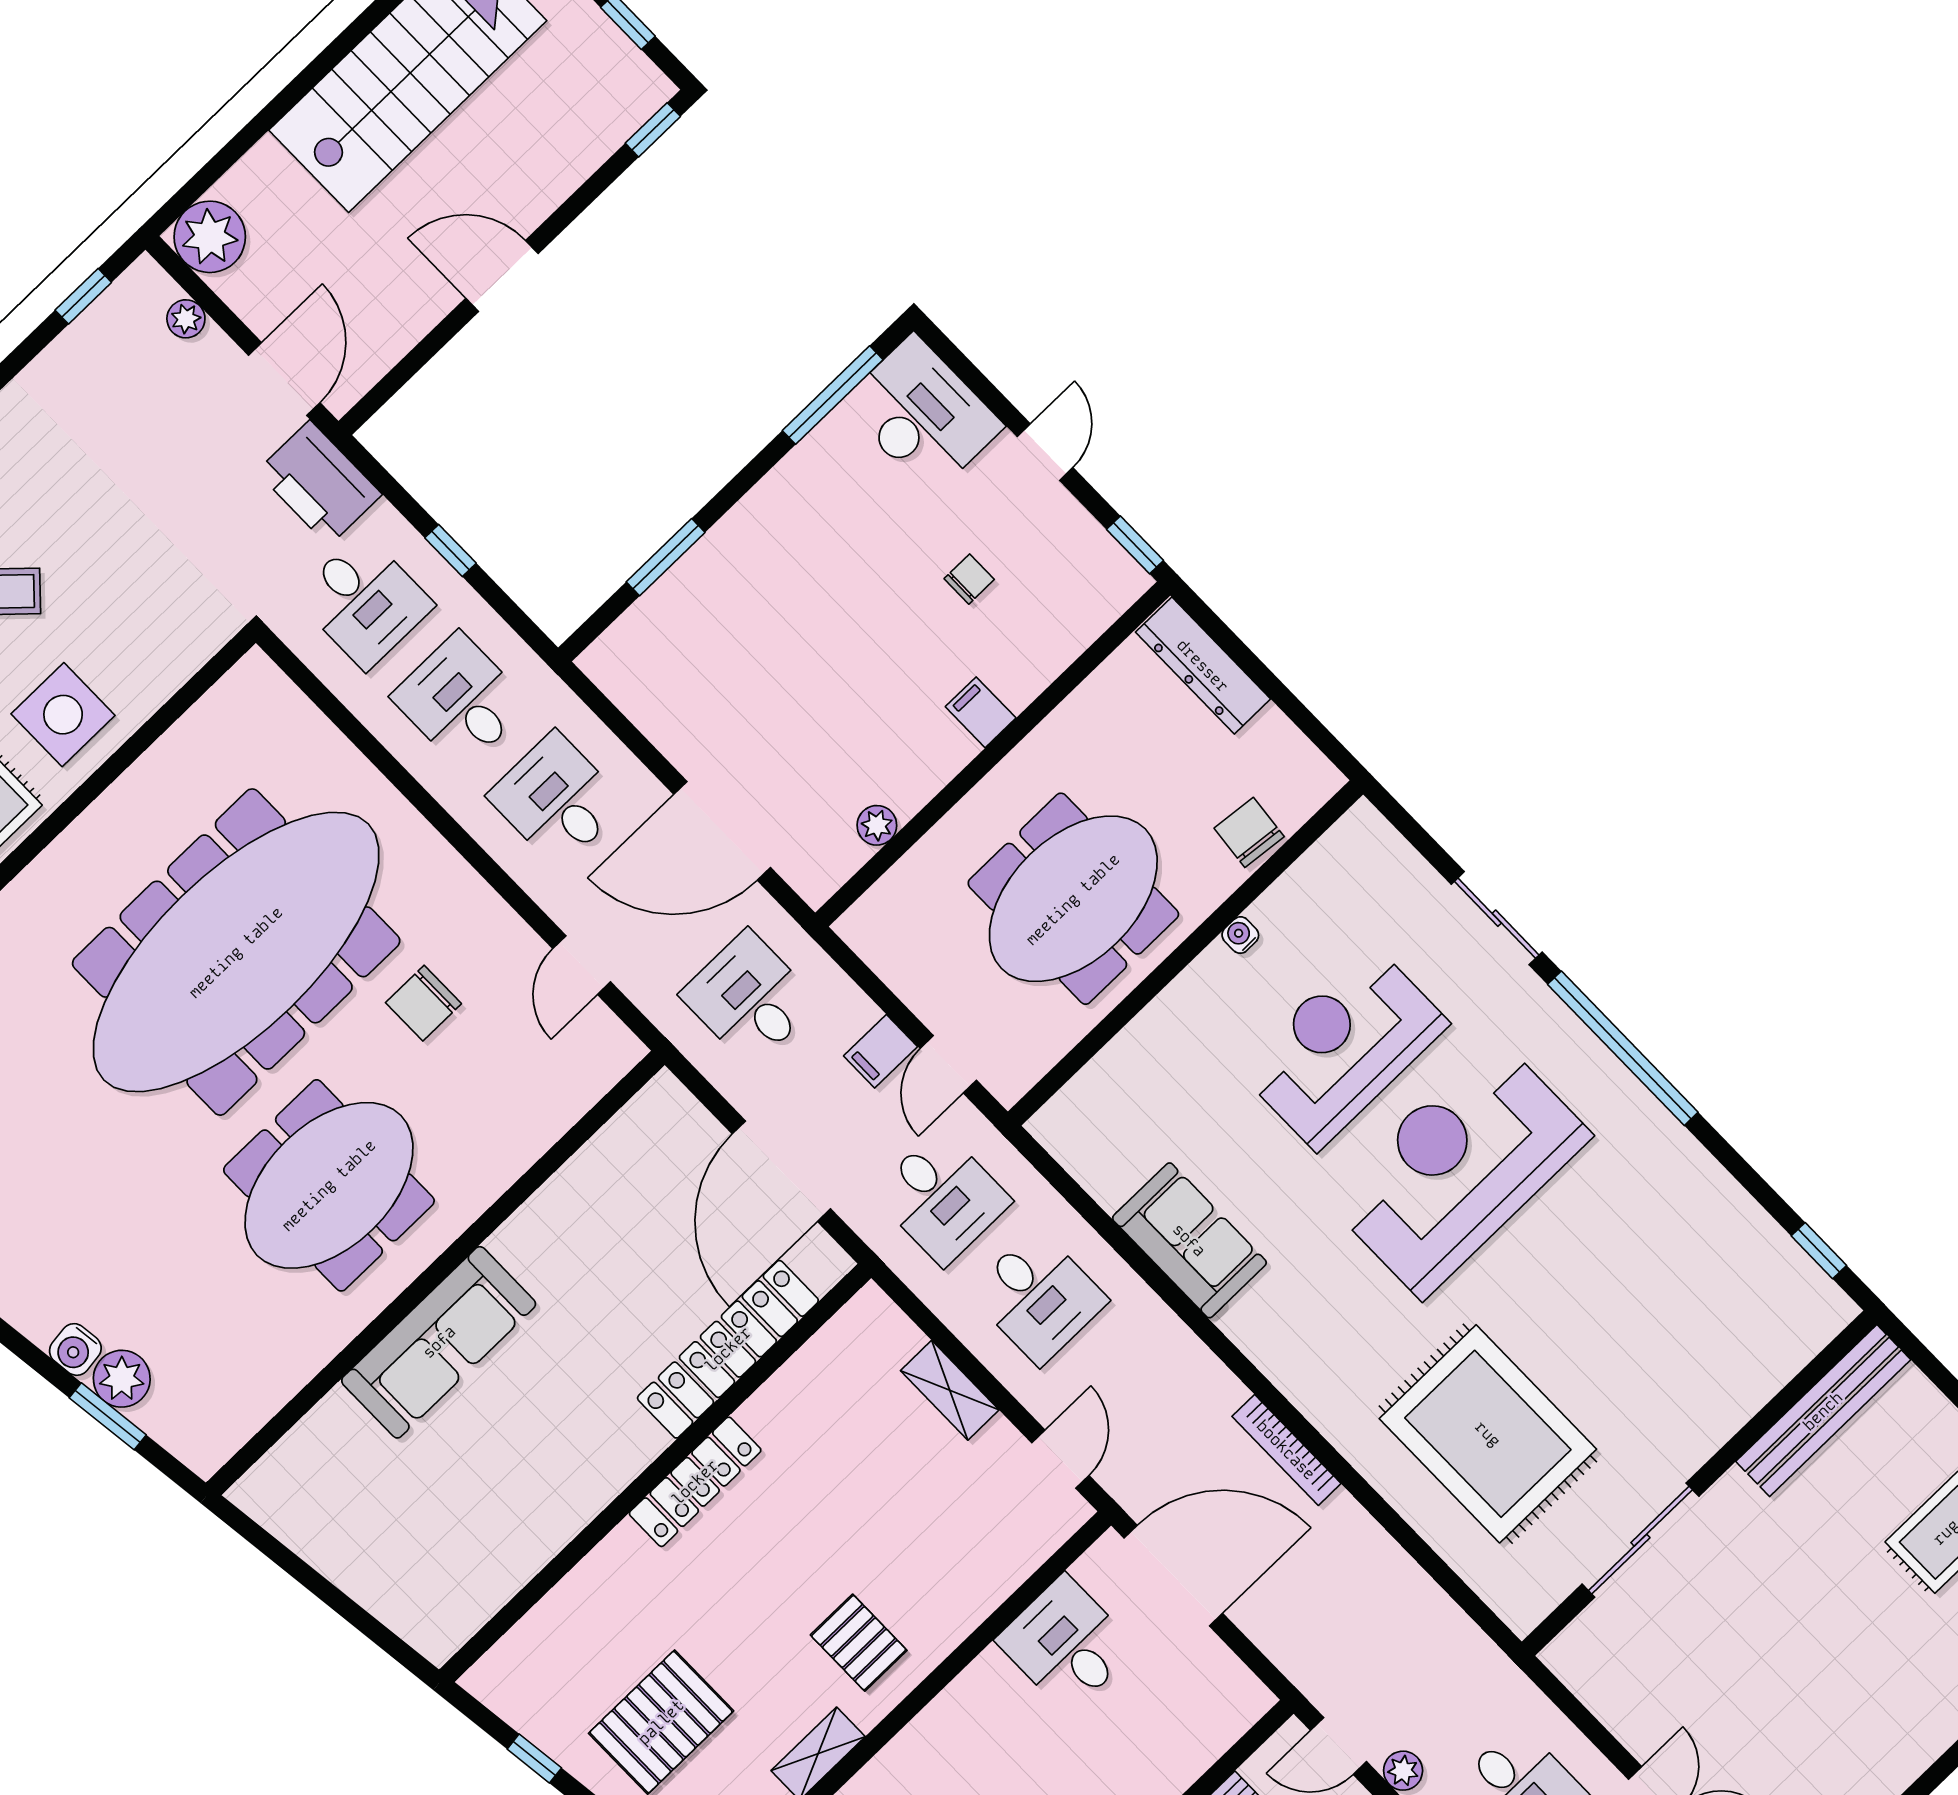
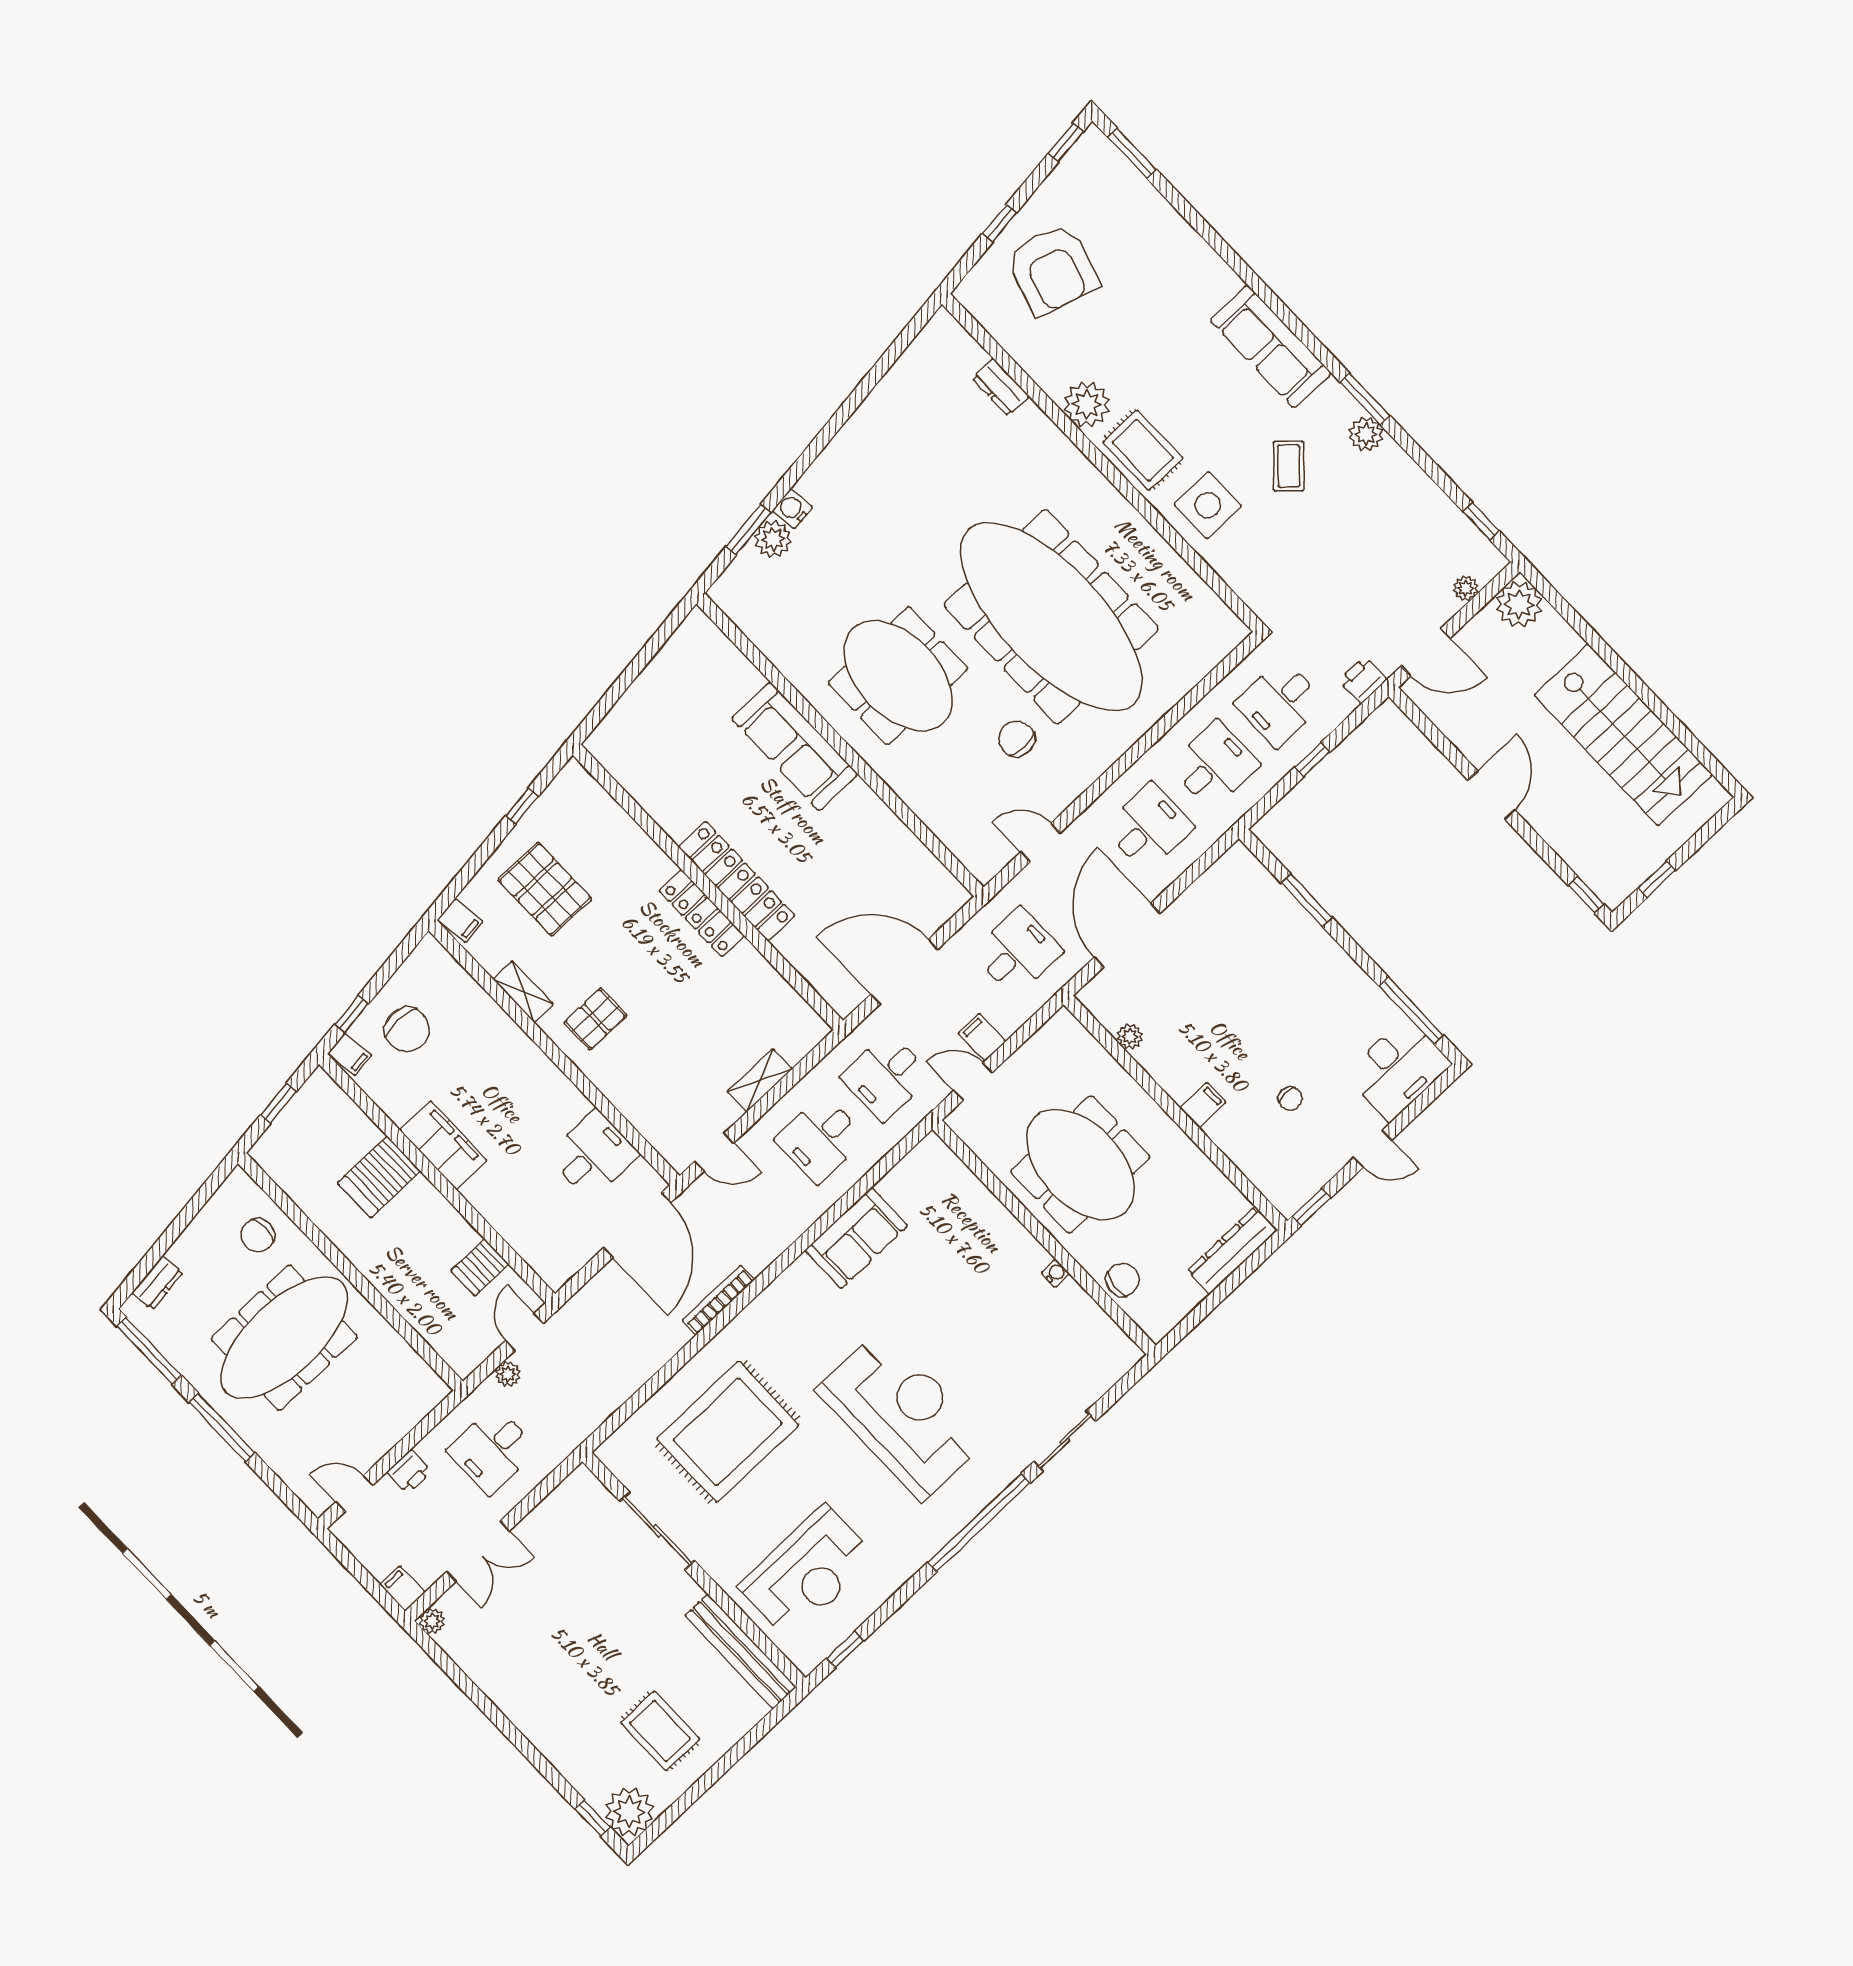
printer: (319, 483) -> (1363, 680), width x0.53, depth x0.68
reception desk: (1343, 1046) -> (807, 1572), moved, turned 90
locker: (728, 1349) -> (737, 881), moved

